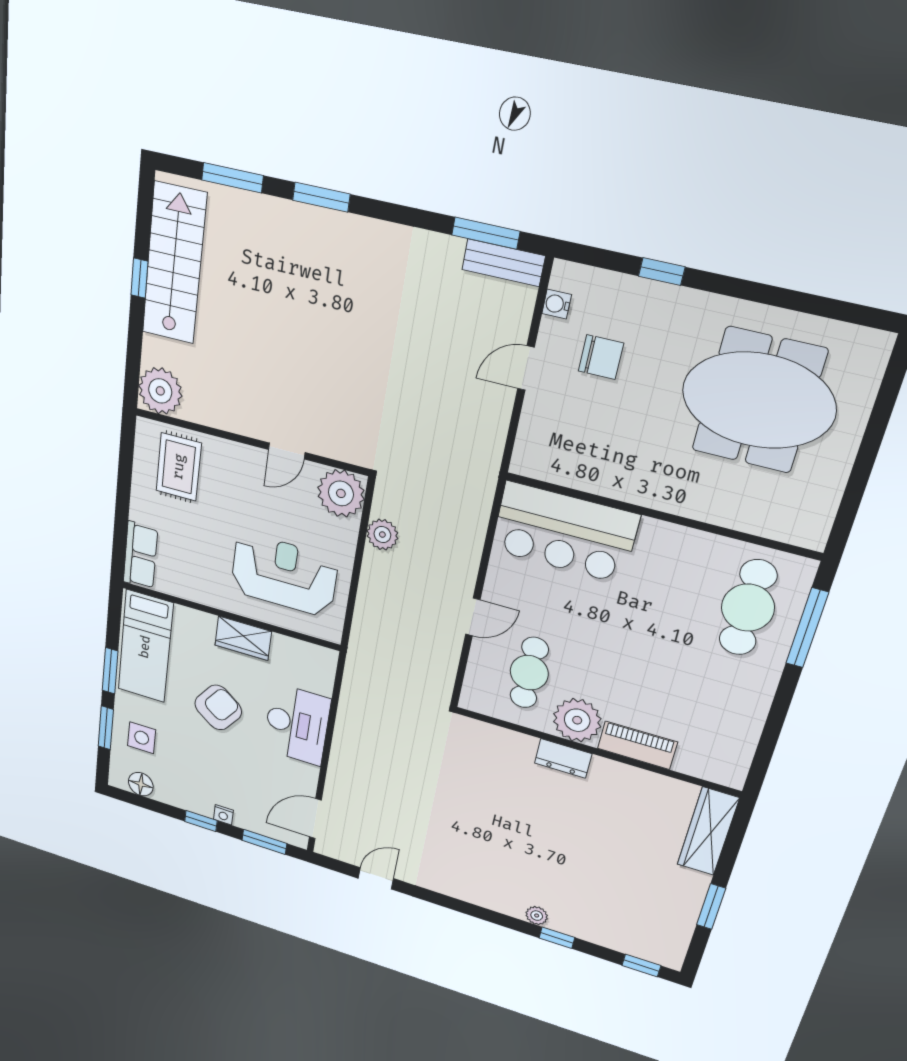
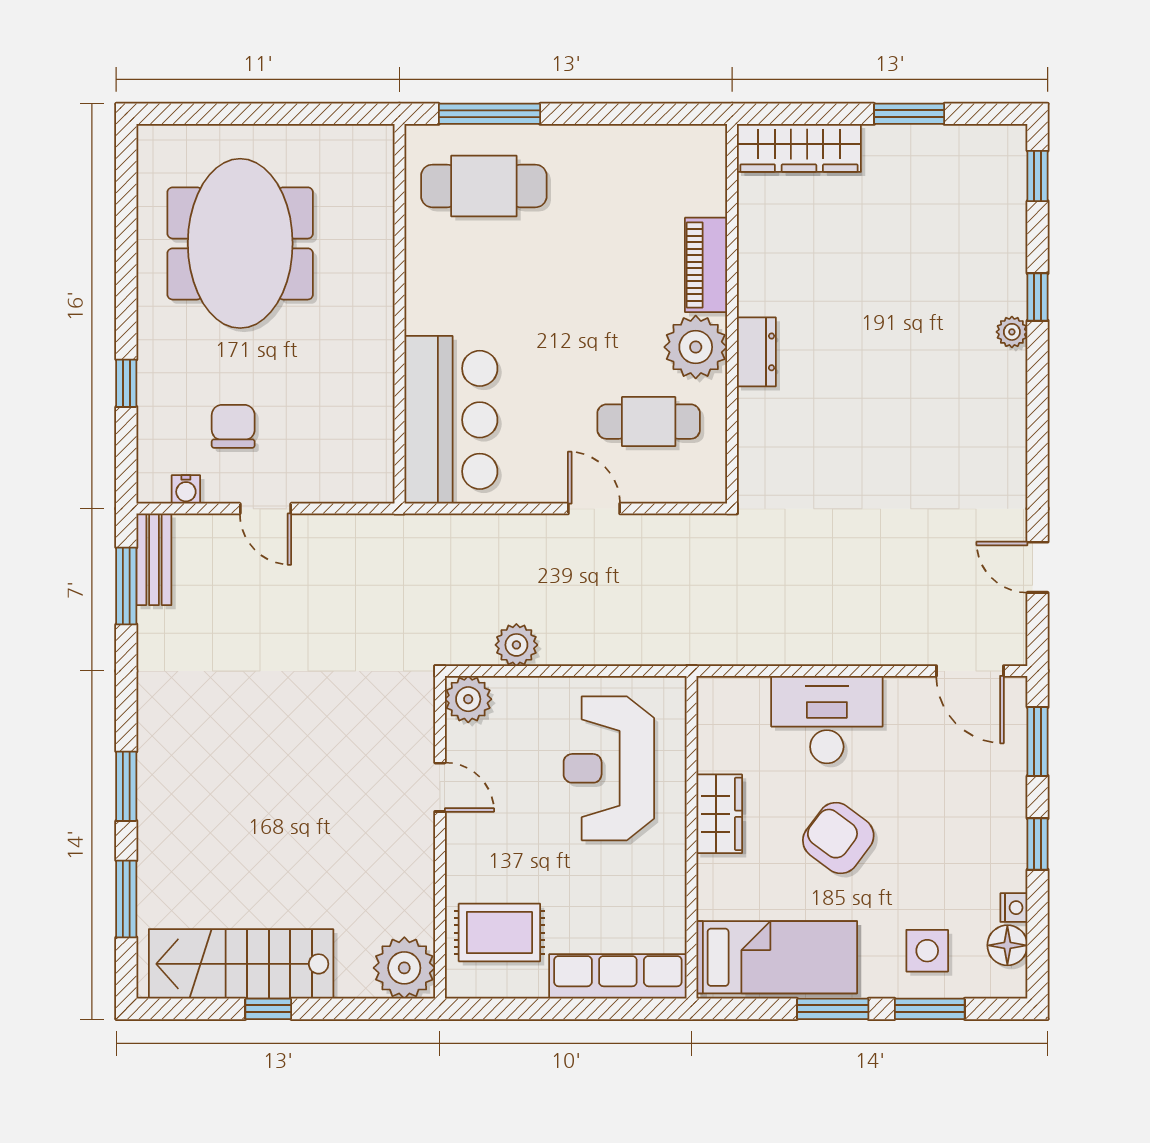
plant: (341, 493) -> (468, 699), width x0.73, depth x0.73
row of seats: (140, 555) -> (618, 976), width x1.48
nightstand: (223, 815) -> (1014, 908), moved

